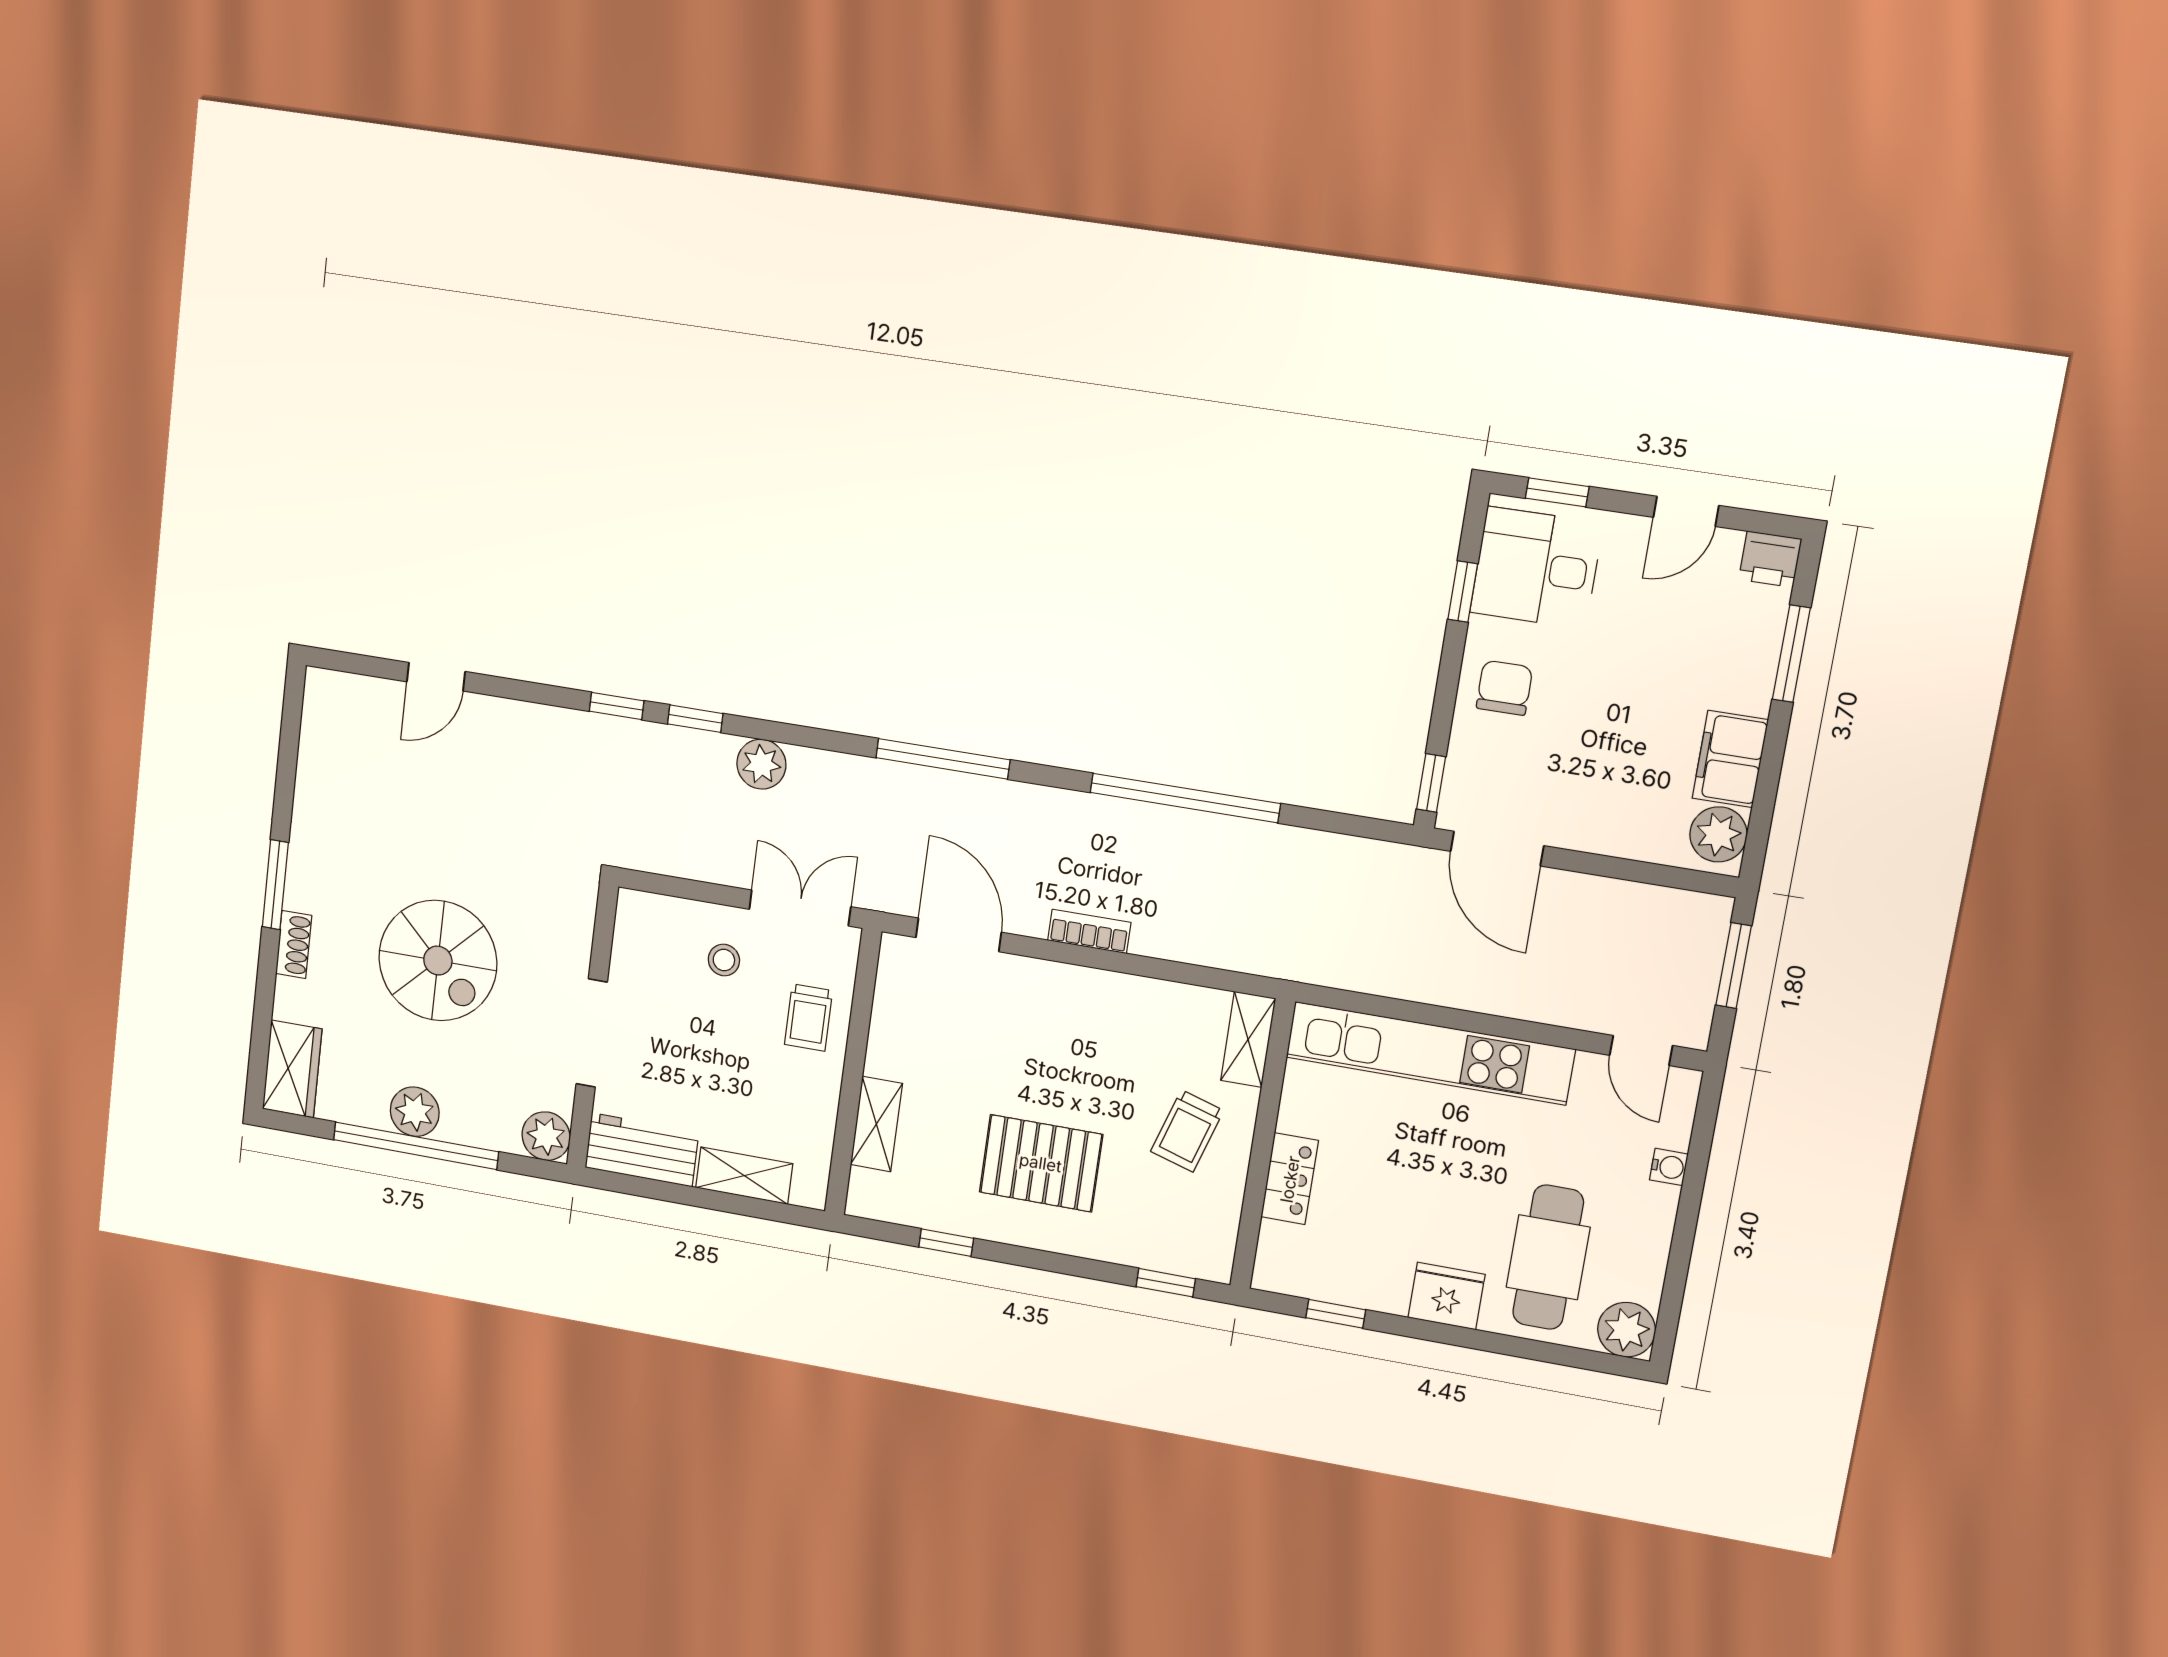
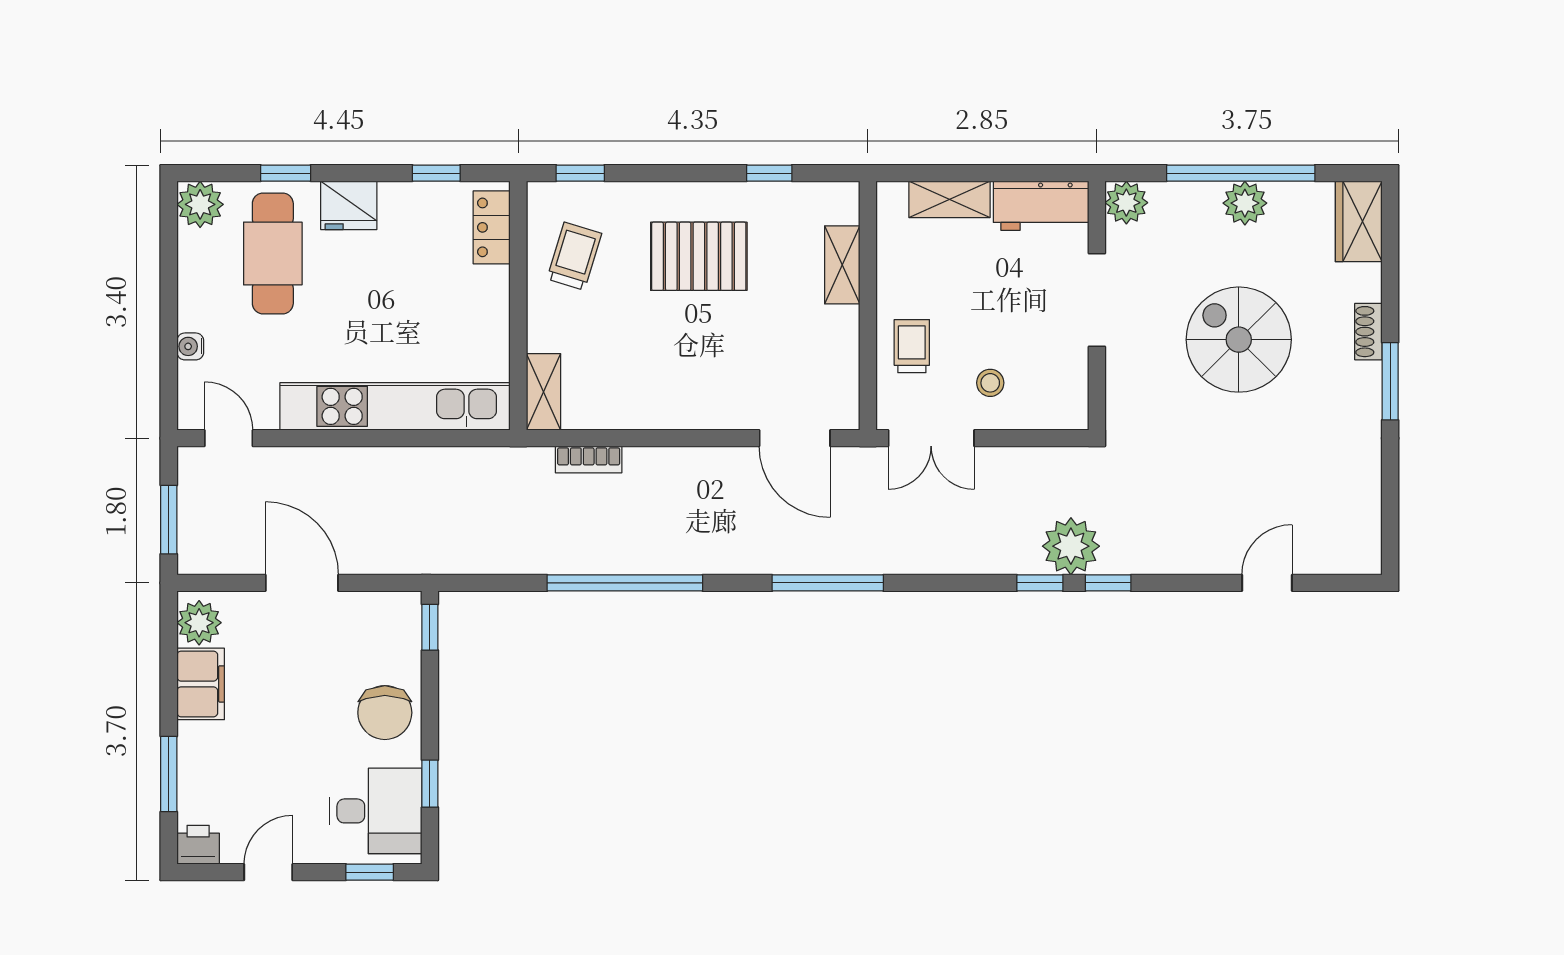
chair: (1504, 688) -> (385, 713), width x1.37, depth x1.37
plant: (761, 764) -> (1071, 546), moved, width x1.36, depth x1.36
door: (1497, 849) -> (302, 583), moved
bookcase: (1089, 931) -> (589, 460), moved
trolley: (1187, 1131) -> (574, 256), moved
locker: (1290, 1179) -> (492, 227), moved
window: (1516, 1347) -> (286, 173), added

